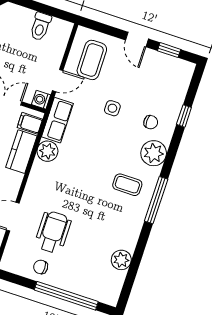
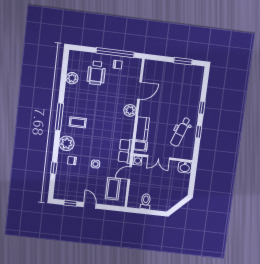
plant: (47, 151) -> (130, 110), moved
wheelchair: (53, 232) -> (96, 73), moved
window: (66, 296) -> (115, 53), moved

